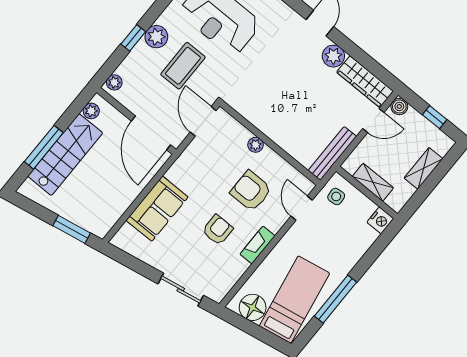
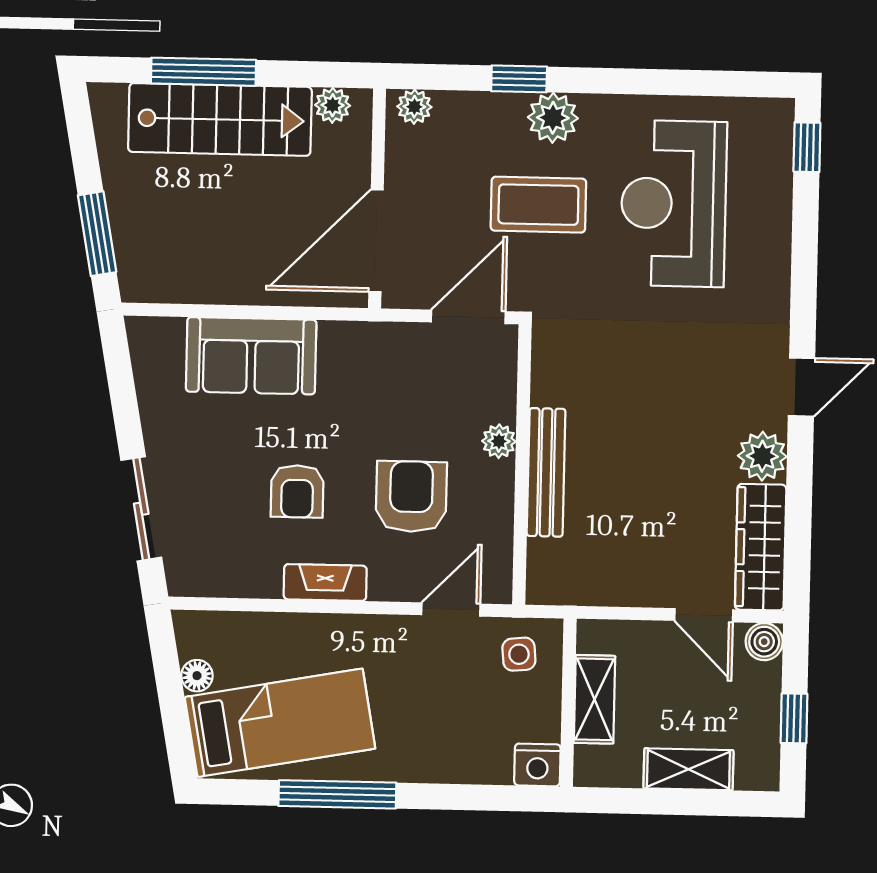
bench: (332, 153) -> (546, 472), moved, turned 90
armchair: (218, 230) -> (297, 491), turned 90
floor lamp: (253, 307) -> (197, 676), width x0.53, depth x0.53

